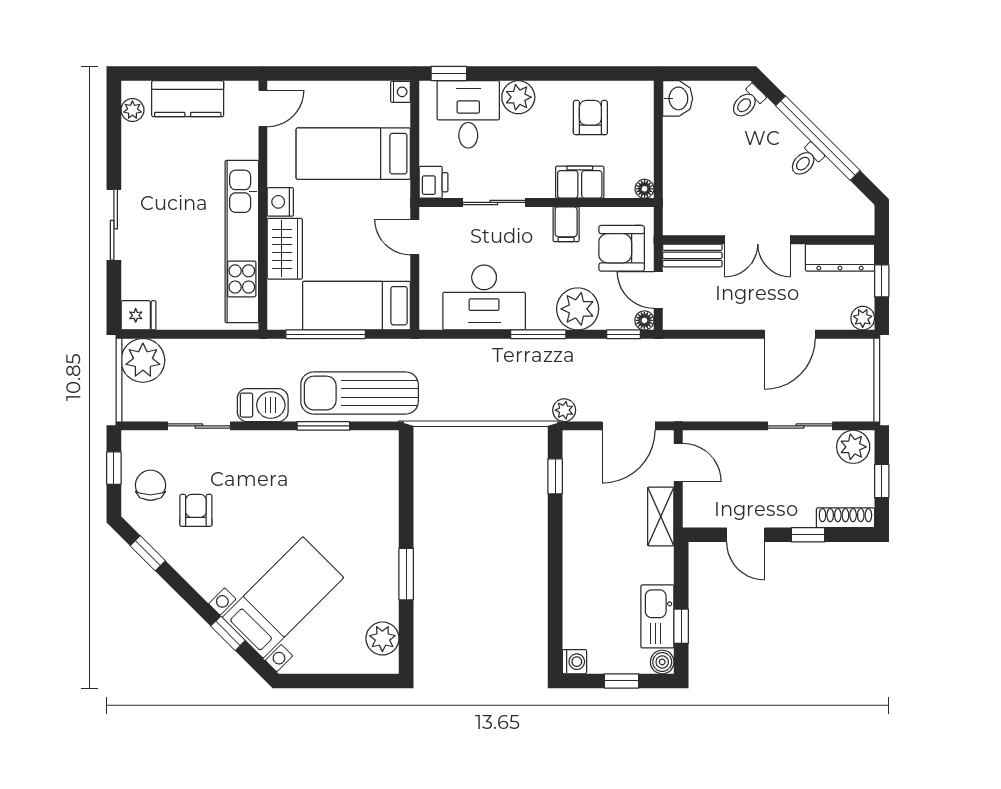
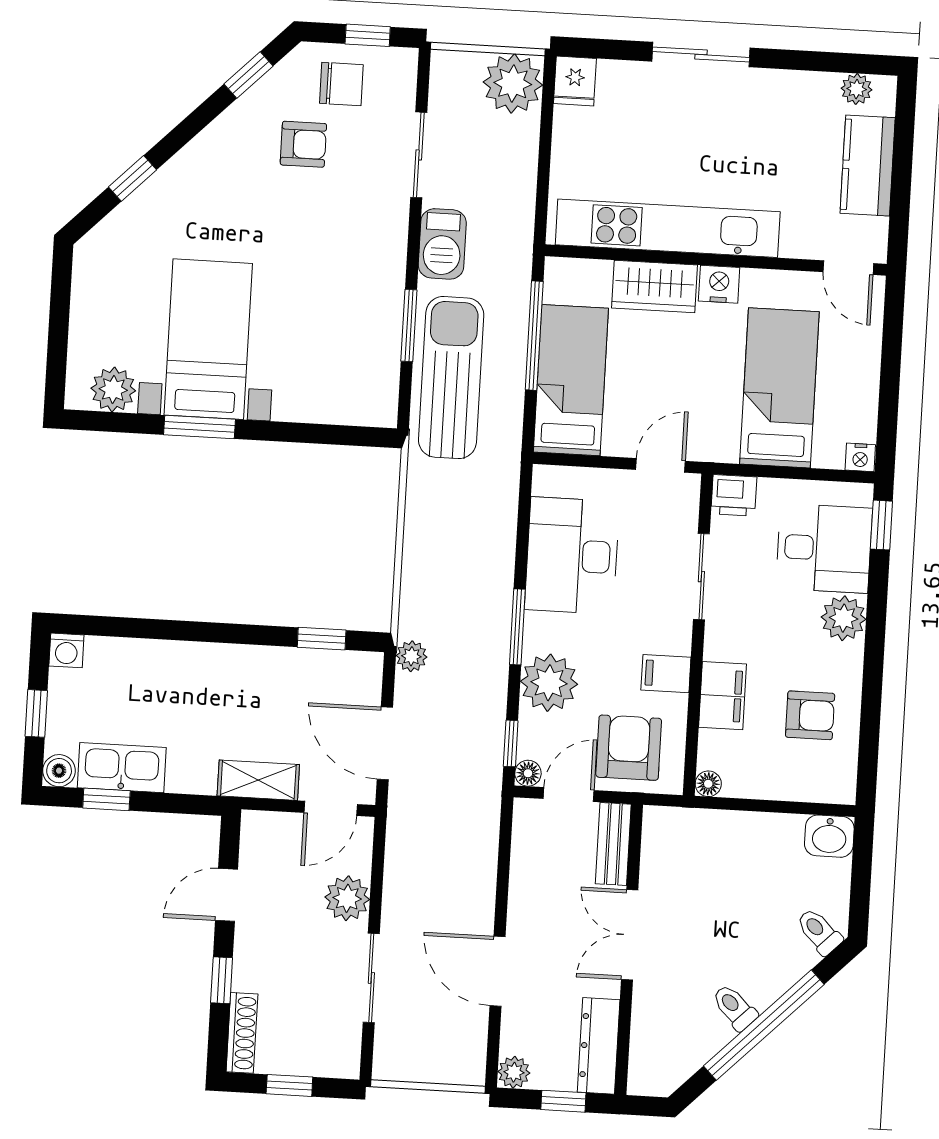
plant: (853, 447) -> (347, 898), moved
bed with nightstands: (283, 597) -> (208, 339), moved, turned -135

